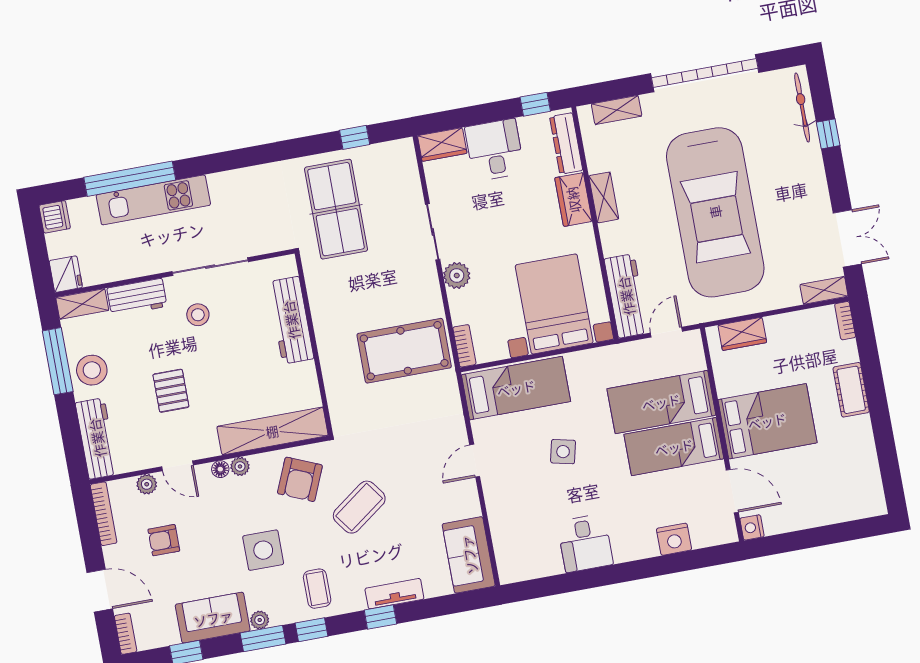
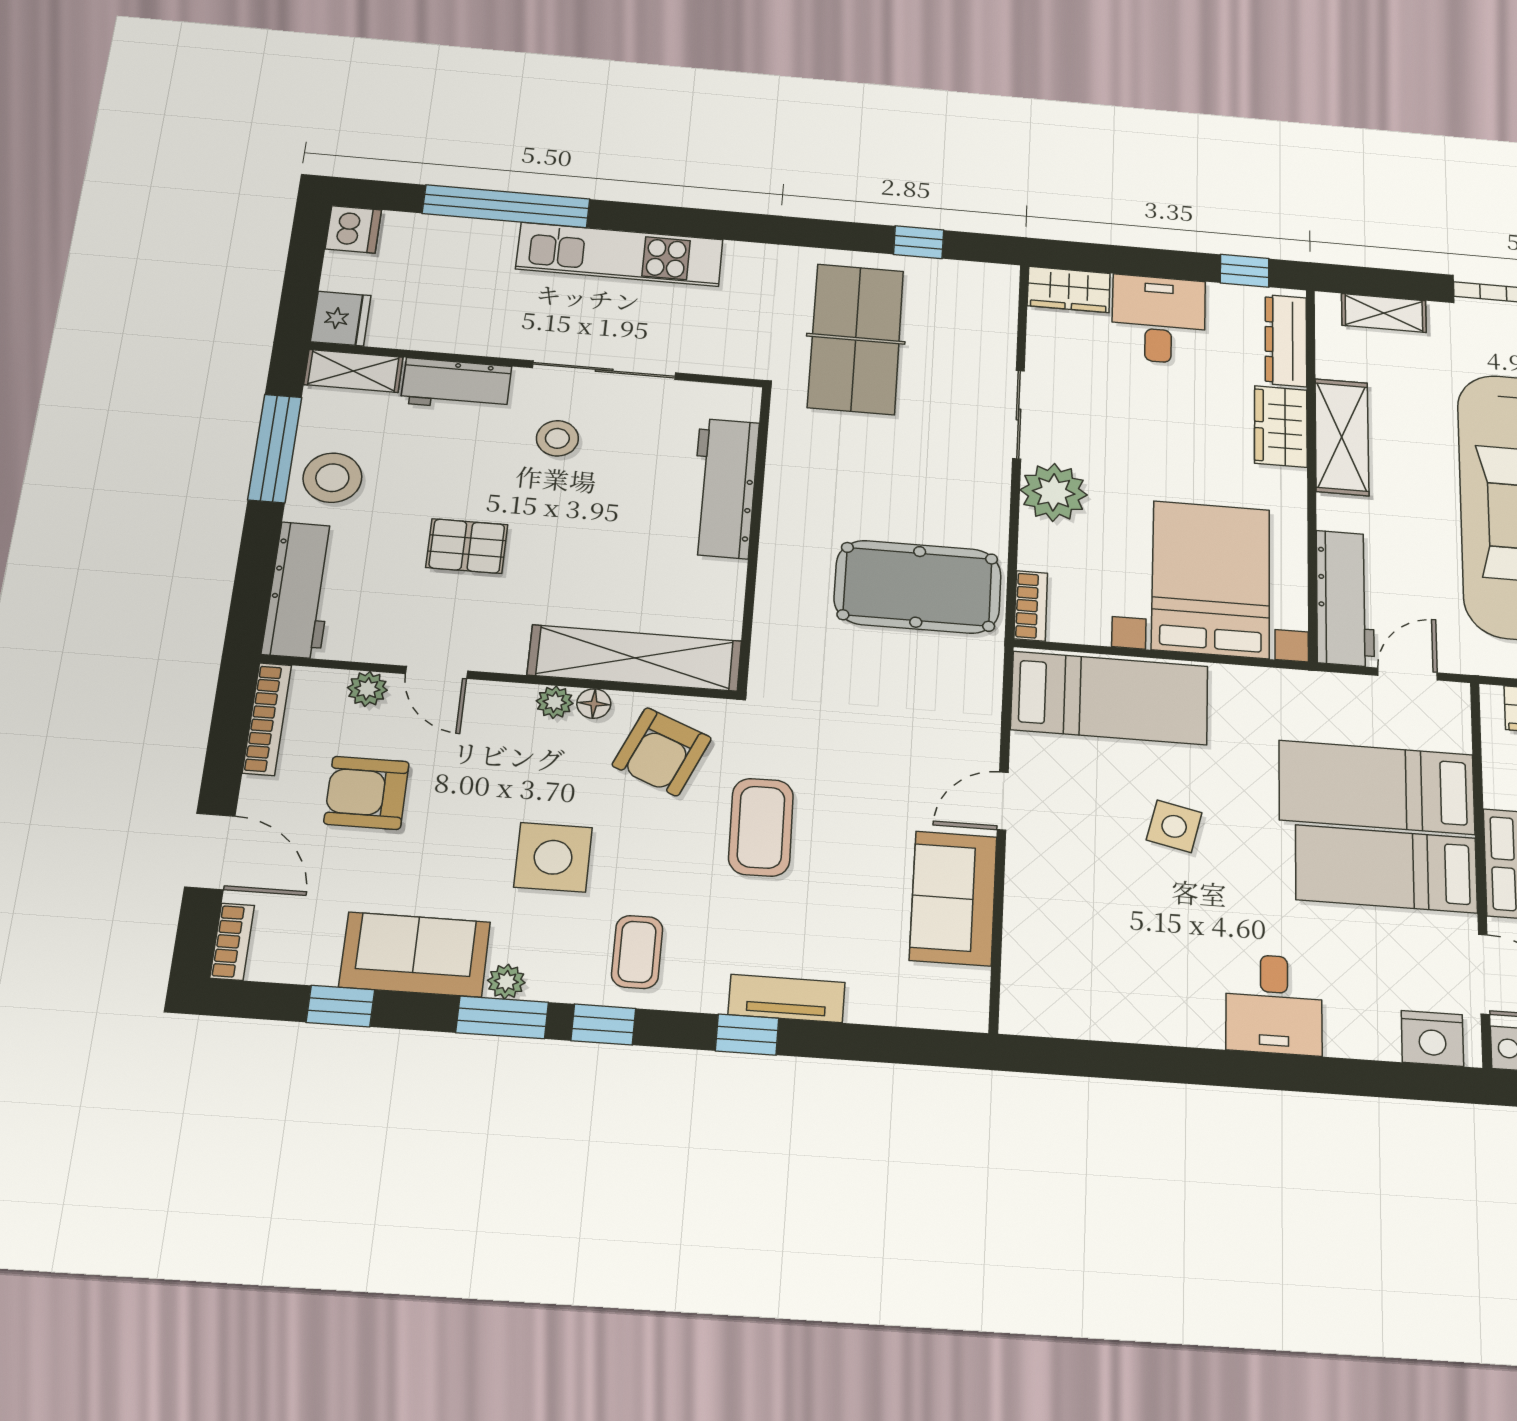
shelving: (604, 197) -> (1342, 437), width x1.50, depth x1.33
kitchen unit: (153, 200) -> (620, 254), moved
plant: (457, 275) -> (1054, 492), width x1.36, depth x1.36
pallet: (171, 391) -> (467, 546), turned 90
floor lamp: (220, 469) -> (594, 704), moved
coffee table: (359, 507) -> (761, 827), turned -55
nightstand: (674, 539) -> (1432, 1038), moved
armchair: (164, 540) -> (367, 793), width x1.38, depth x1.38
desk: (585, 543) -> (1274, 1004), moved
sofa: (469, 555) -> (953, 898), moved

